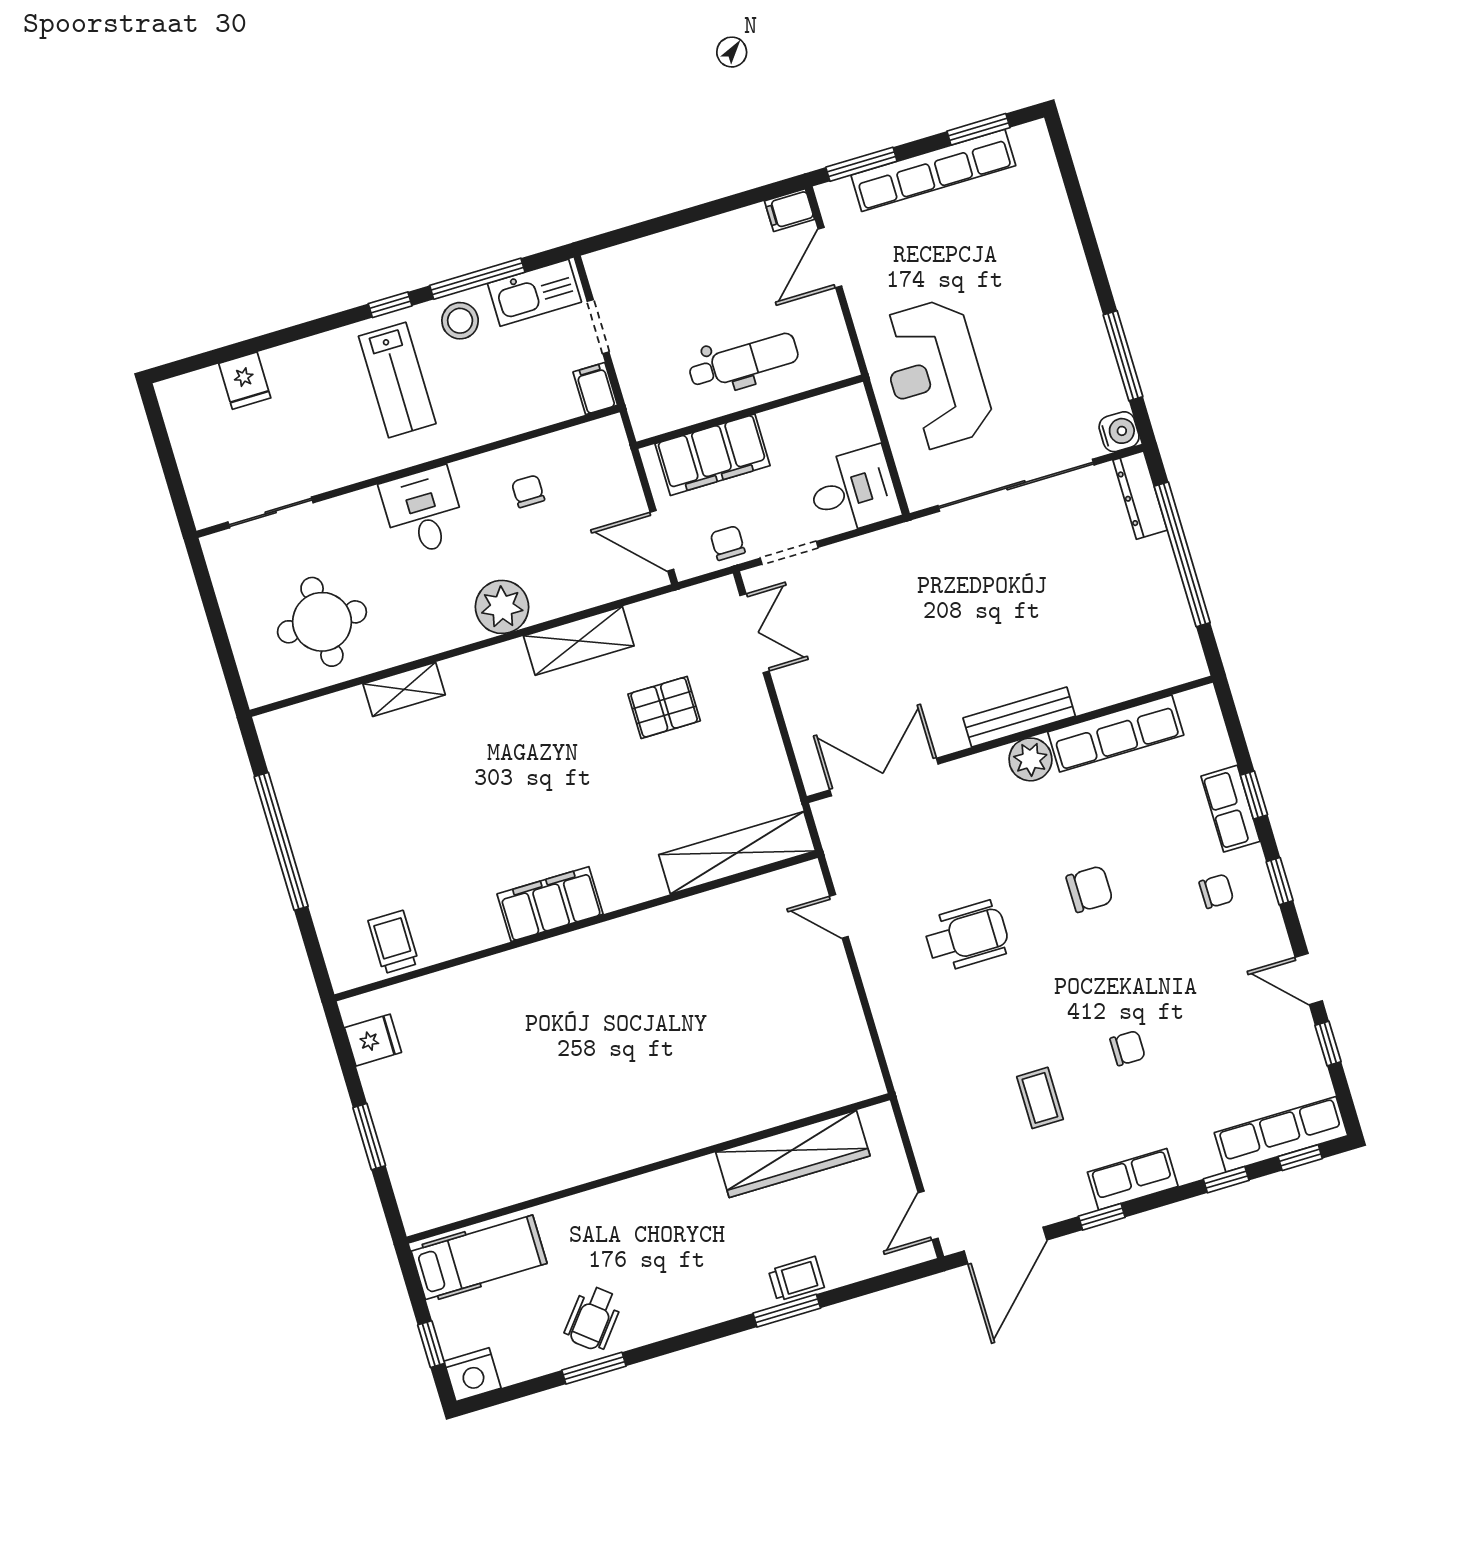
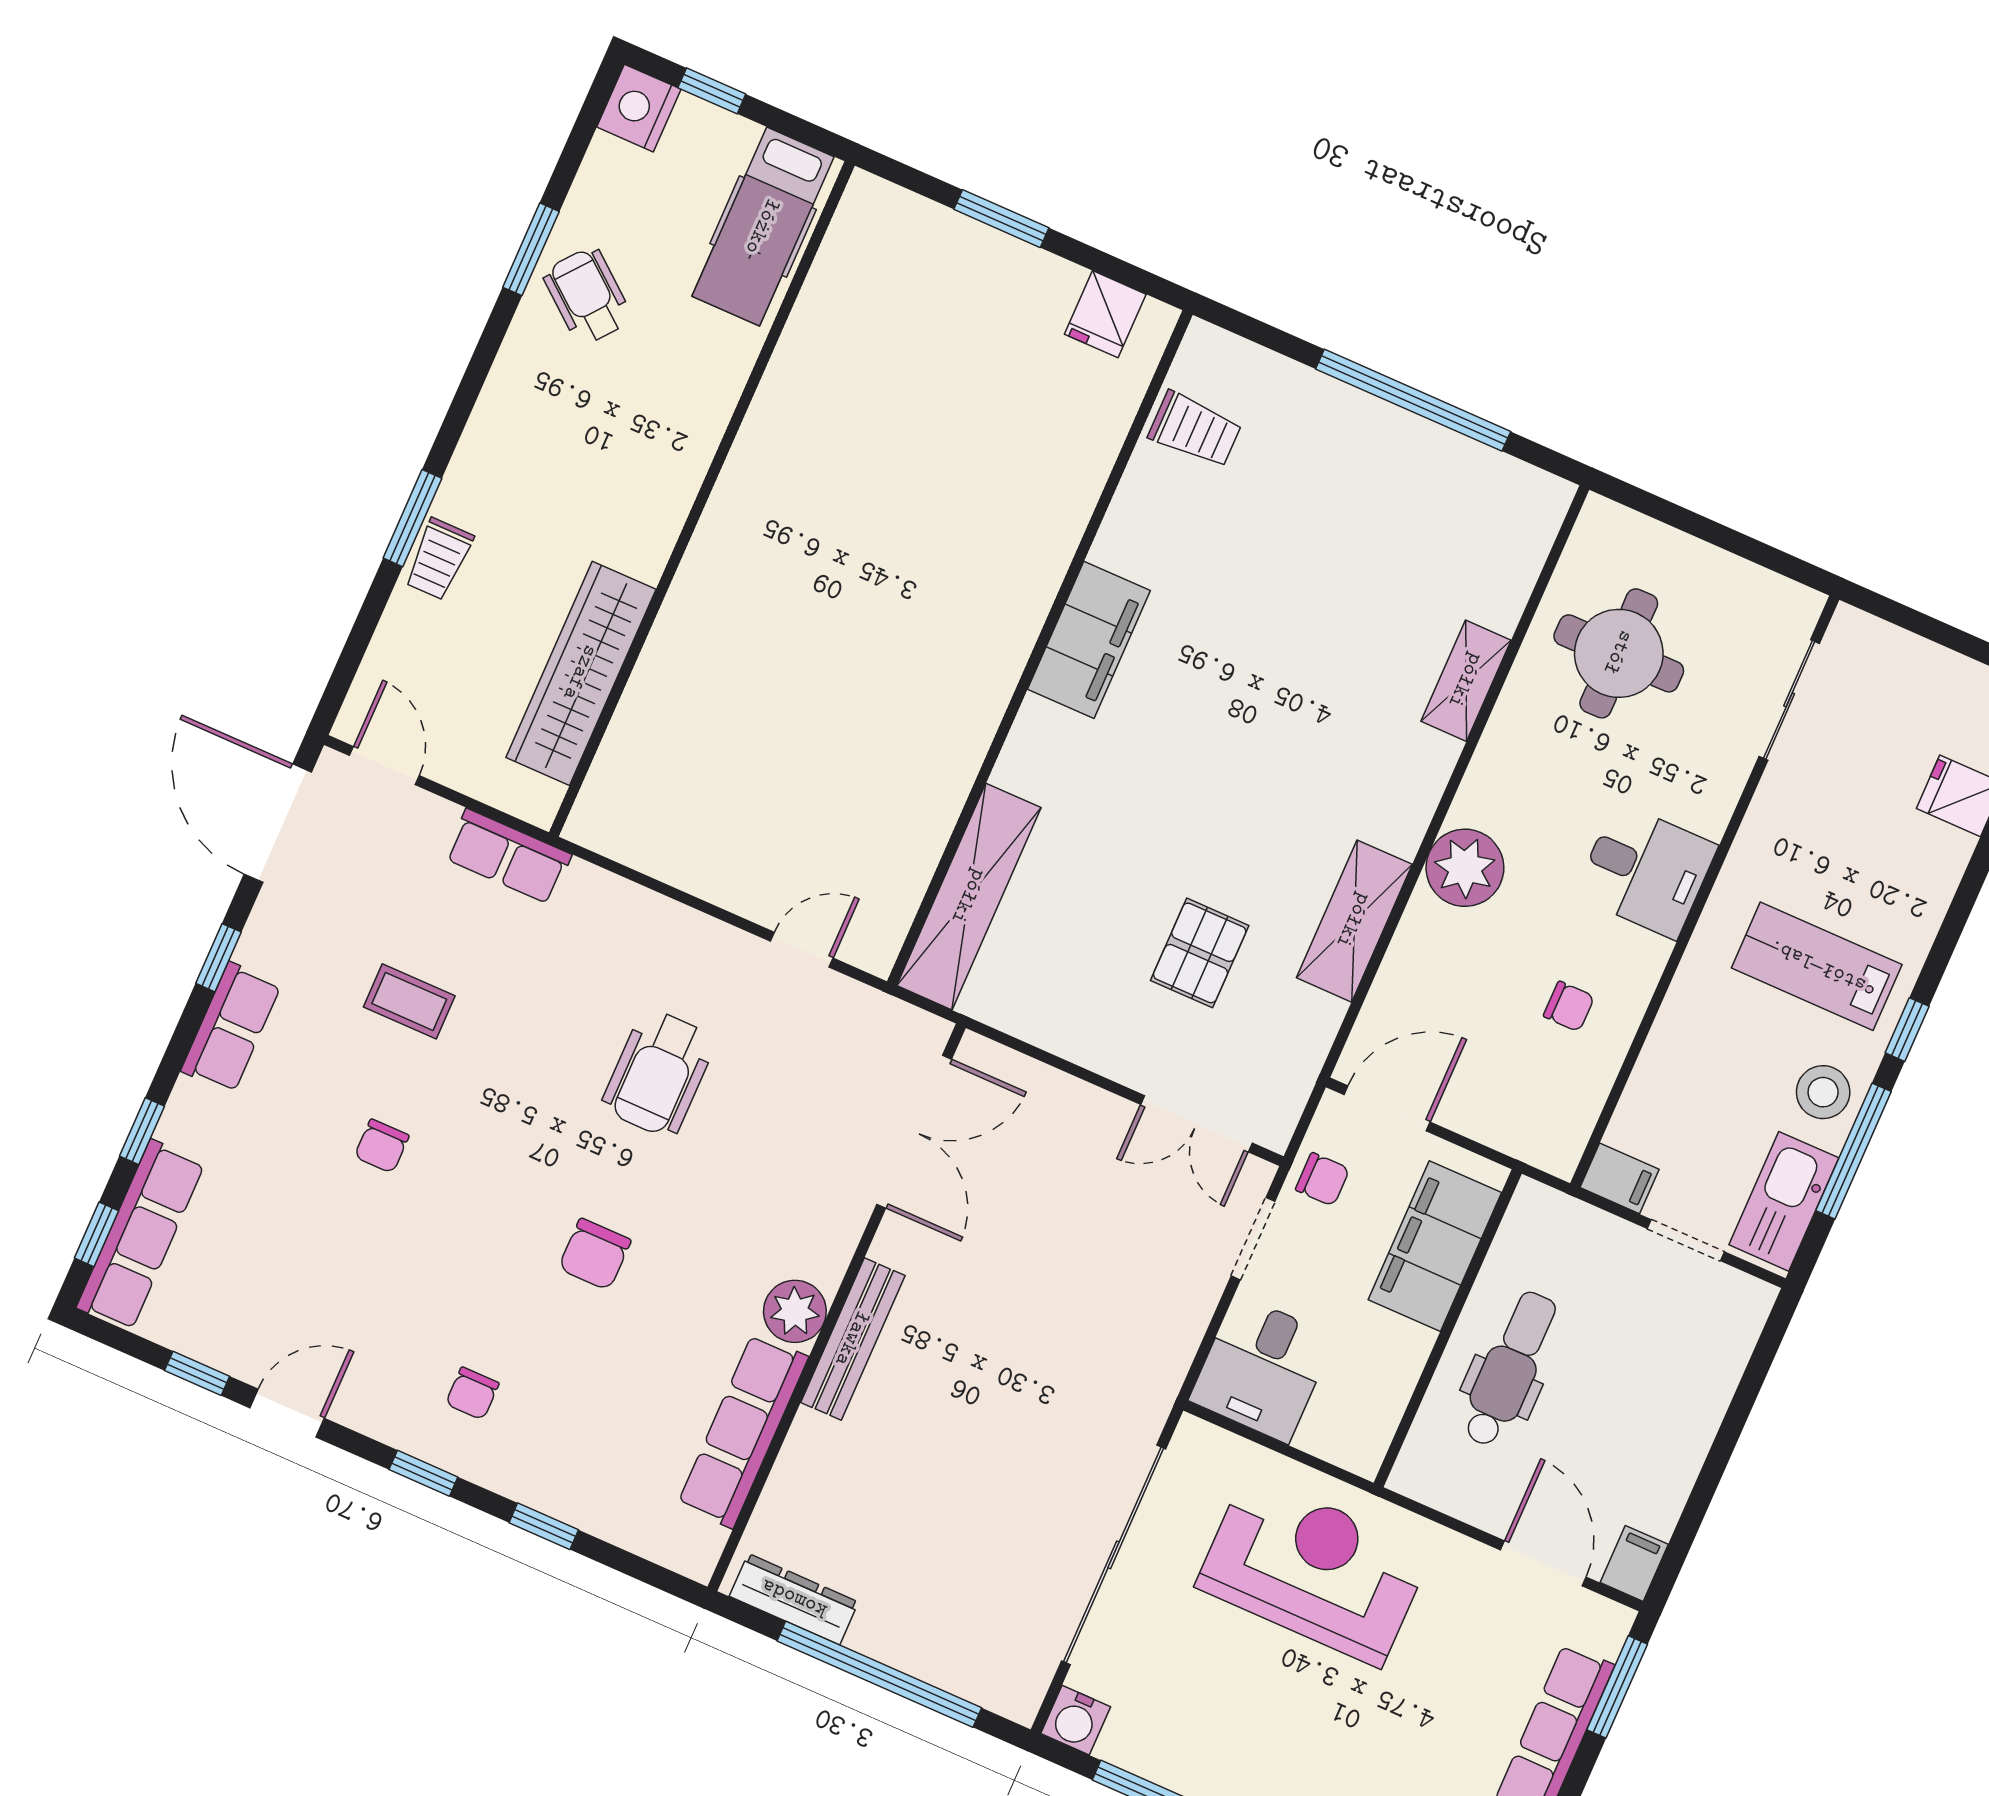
dental chair: (743, 361) -> (1510, 1369), turned 180
dresser: (1140, 495) -> (794, 1599), moved
row of seats: (1231, 809) -> (508, 856), moved, turned 180

